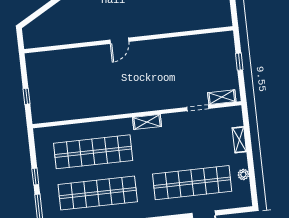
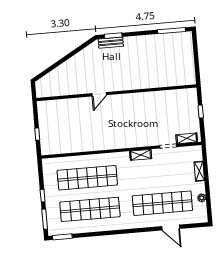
door: (119, 41) -> (99, 94), moved
shelving: (147, 122) -> (141, 155), moved

